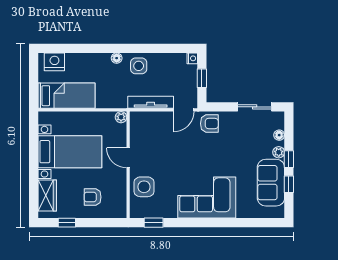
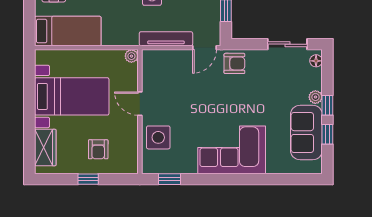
floor lamp: (279, 135) -> (316, 61), moved
armchair: (93, 197) -> (98, 149), turned -90
window: (67, 223) -> (88, 179), moved

